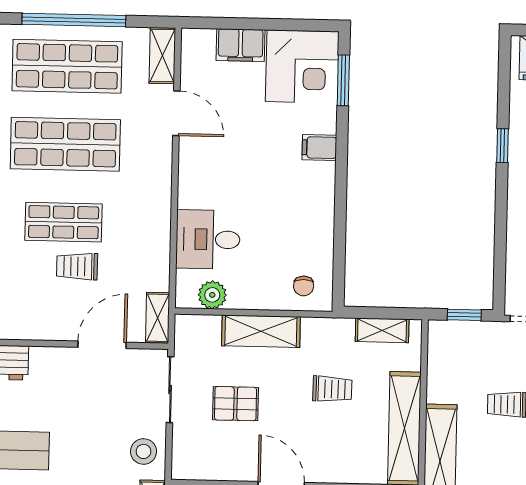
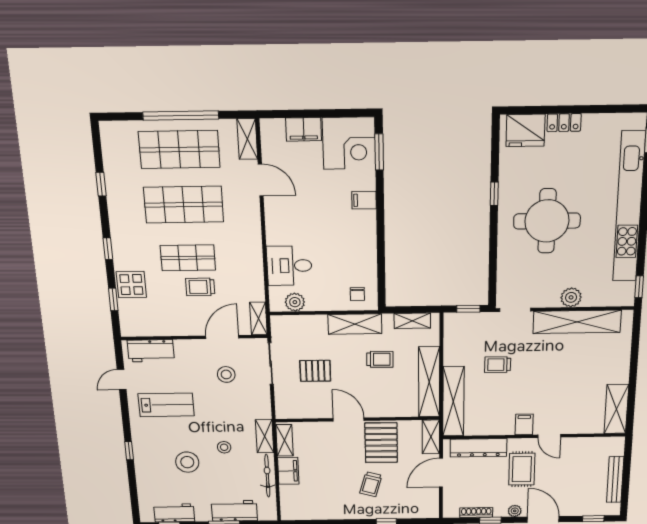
shelving: (261, 331) -> (355, 324), moved
stool: (143, 451) -> (226, 374), moved

